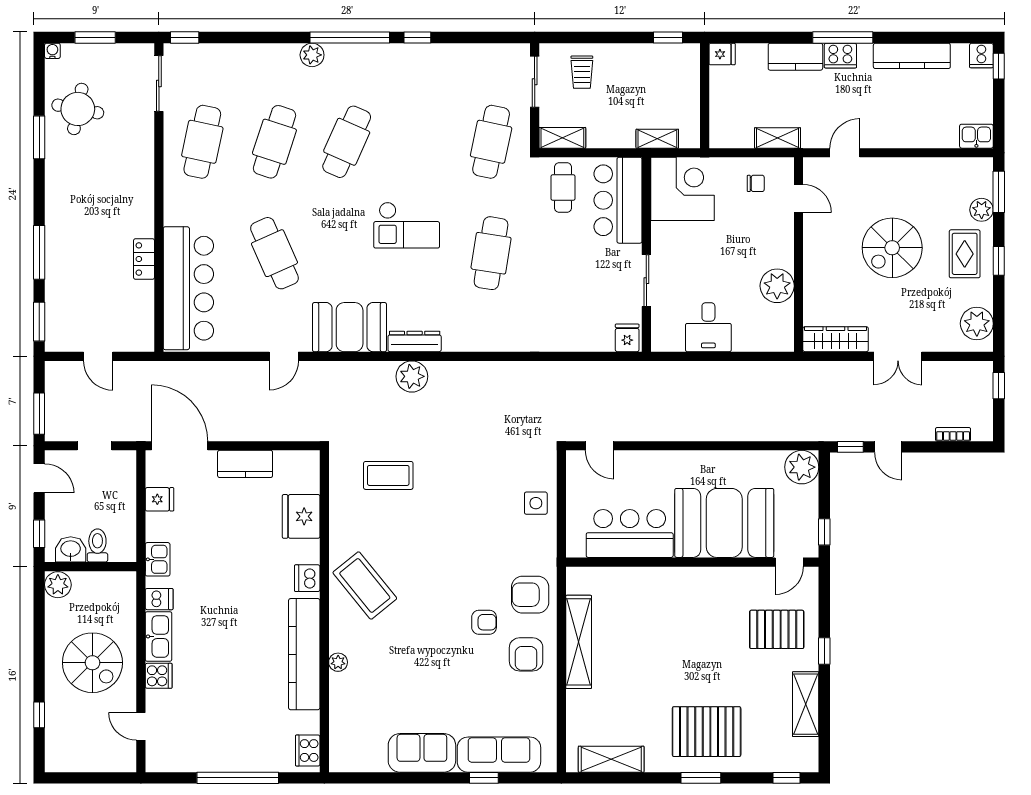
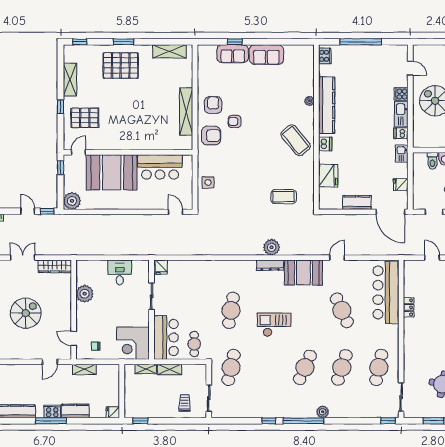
shelving: (562, 138) -> (170, 369), moved
sofa: (499, 755) -> (233, 54), width x0.73

